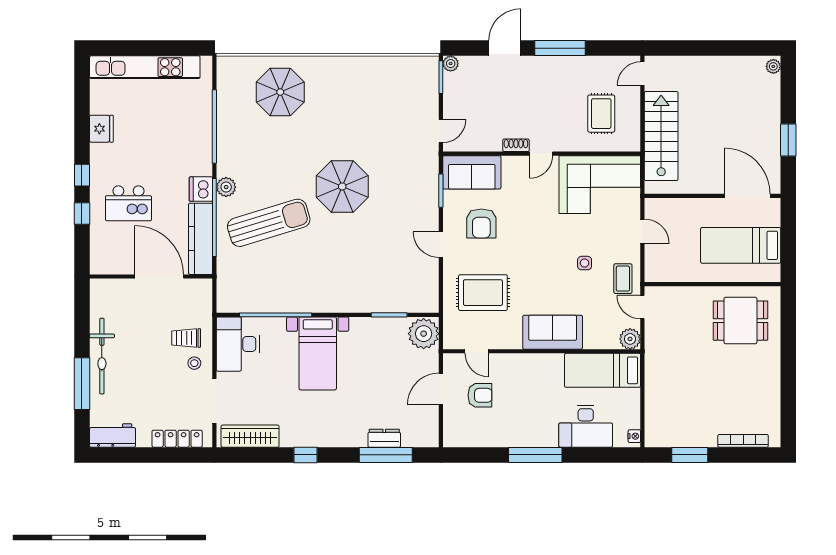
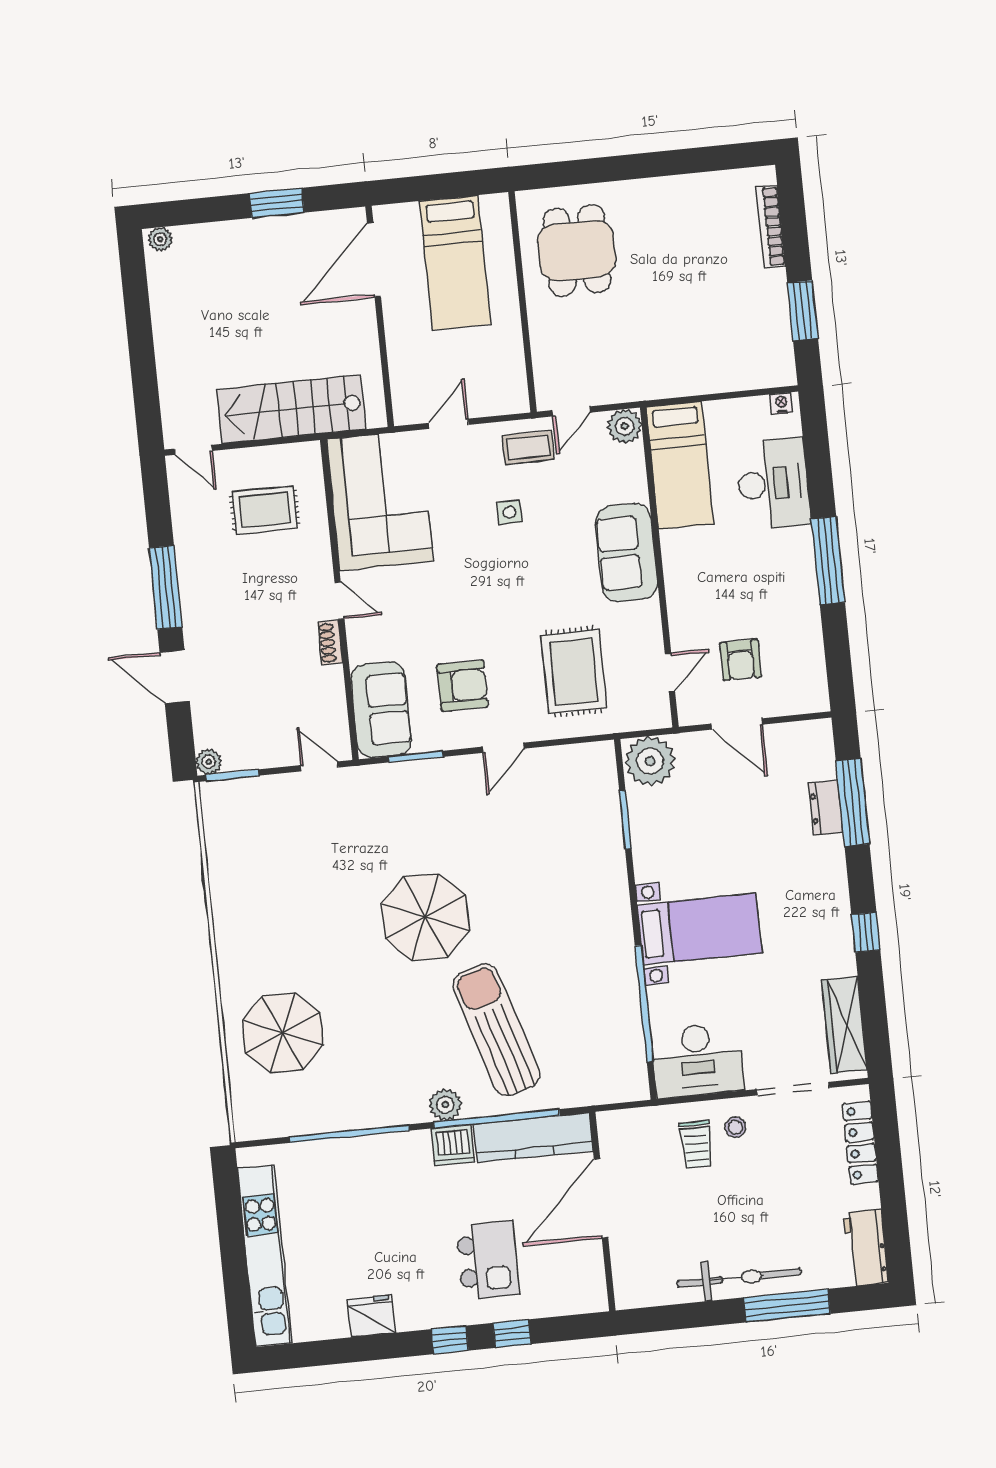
armchair: (480, 395) -> (741, 660), turned 180

